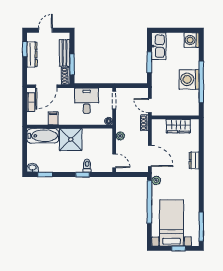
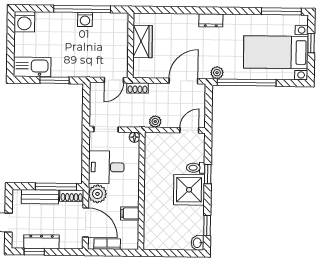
window: (72, 64) -> (56, 187), width x1.44
washing machine: (189, 79) -> (85, 19), width x0.53, depth x0.53
plant: (67, 95) -> (97, 194), added
bathtub: (43, 136) -> (154, 228), removed
shower: (71, 139) -> (189, 190), moved
dresser: (194, 160) -> (211, 20), moved

